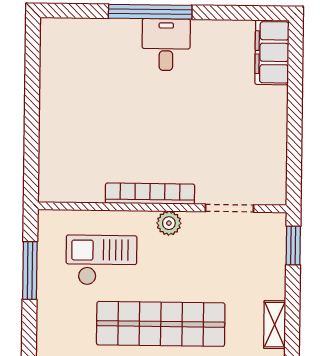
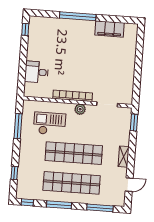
desk: (166, 45) -> (36, 72), moved, turned -90
window: (33, 49) -> (25, 29), added
filing cabinet: (272, 52) -> (109, 29), moved, turned -90

